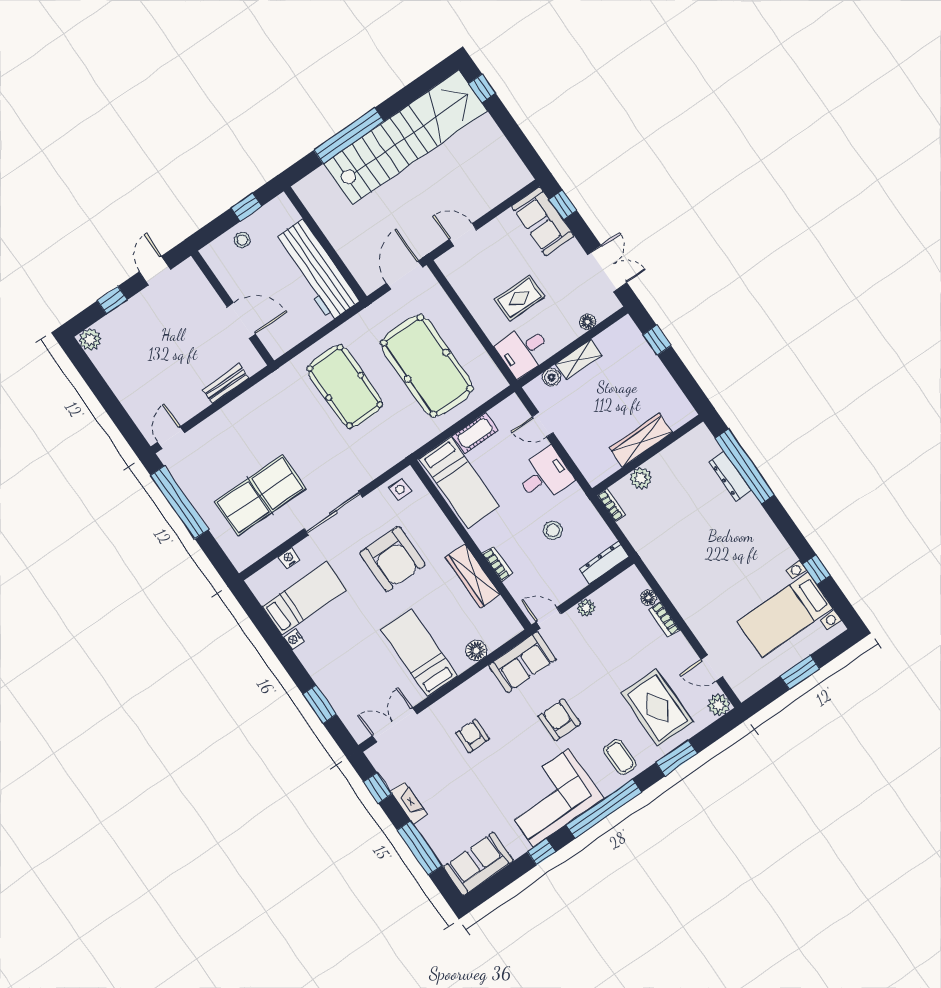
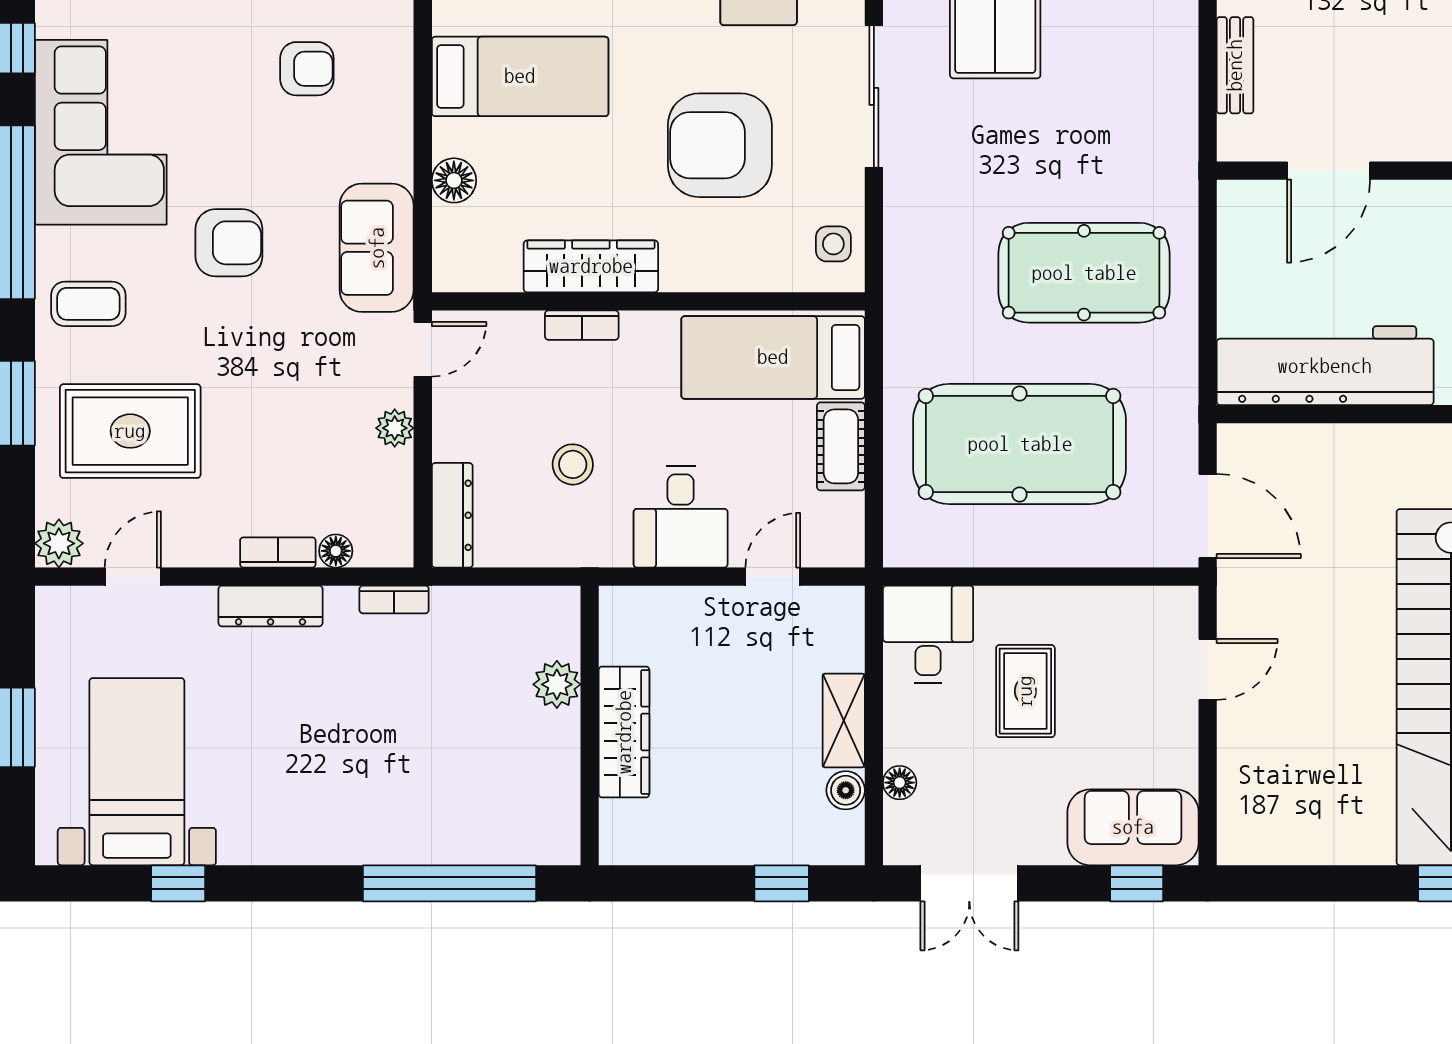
boiler: (552, 377) -> (846, 790), moved
dresser: (730, 476) -> (271, 606), moved, turned 180
bookcase: (611, 505) -> (394, 599), moved

